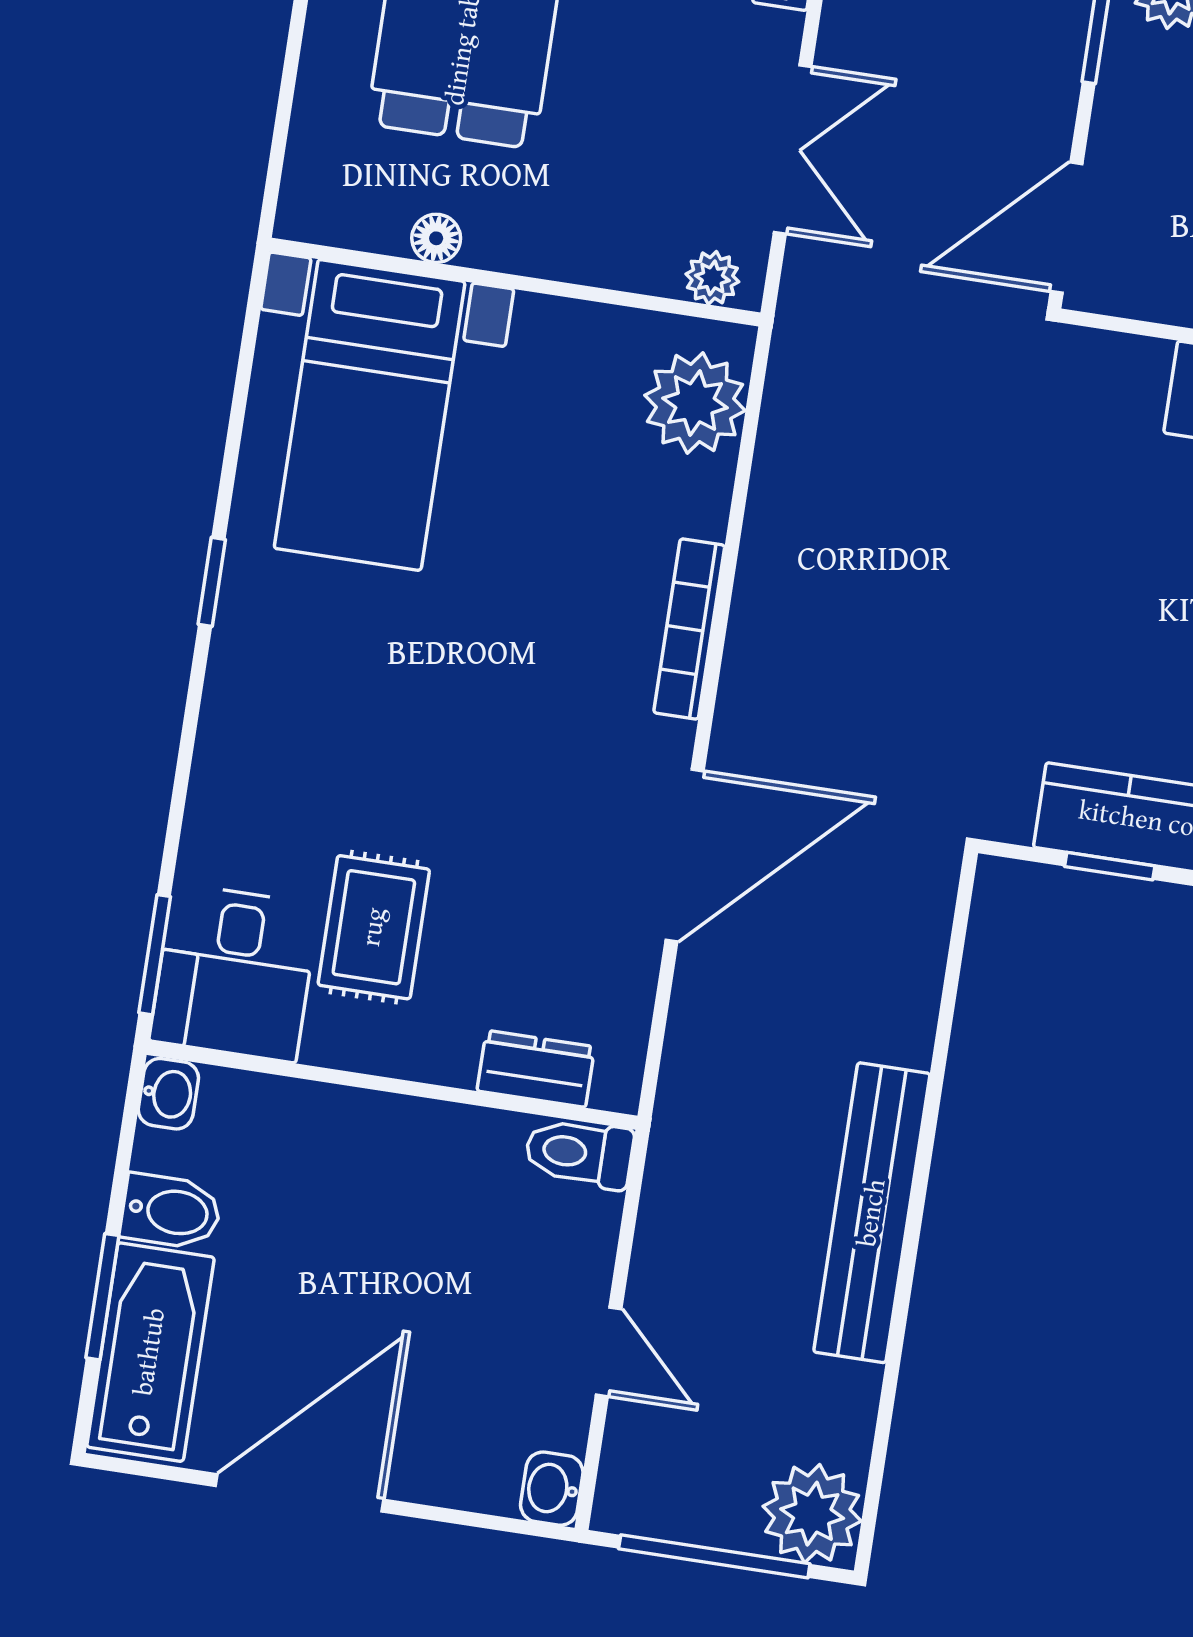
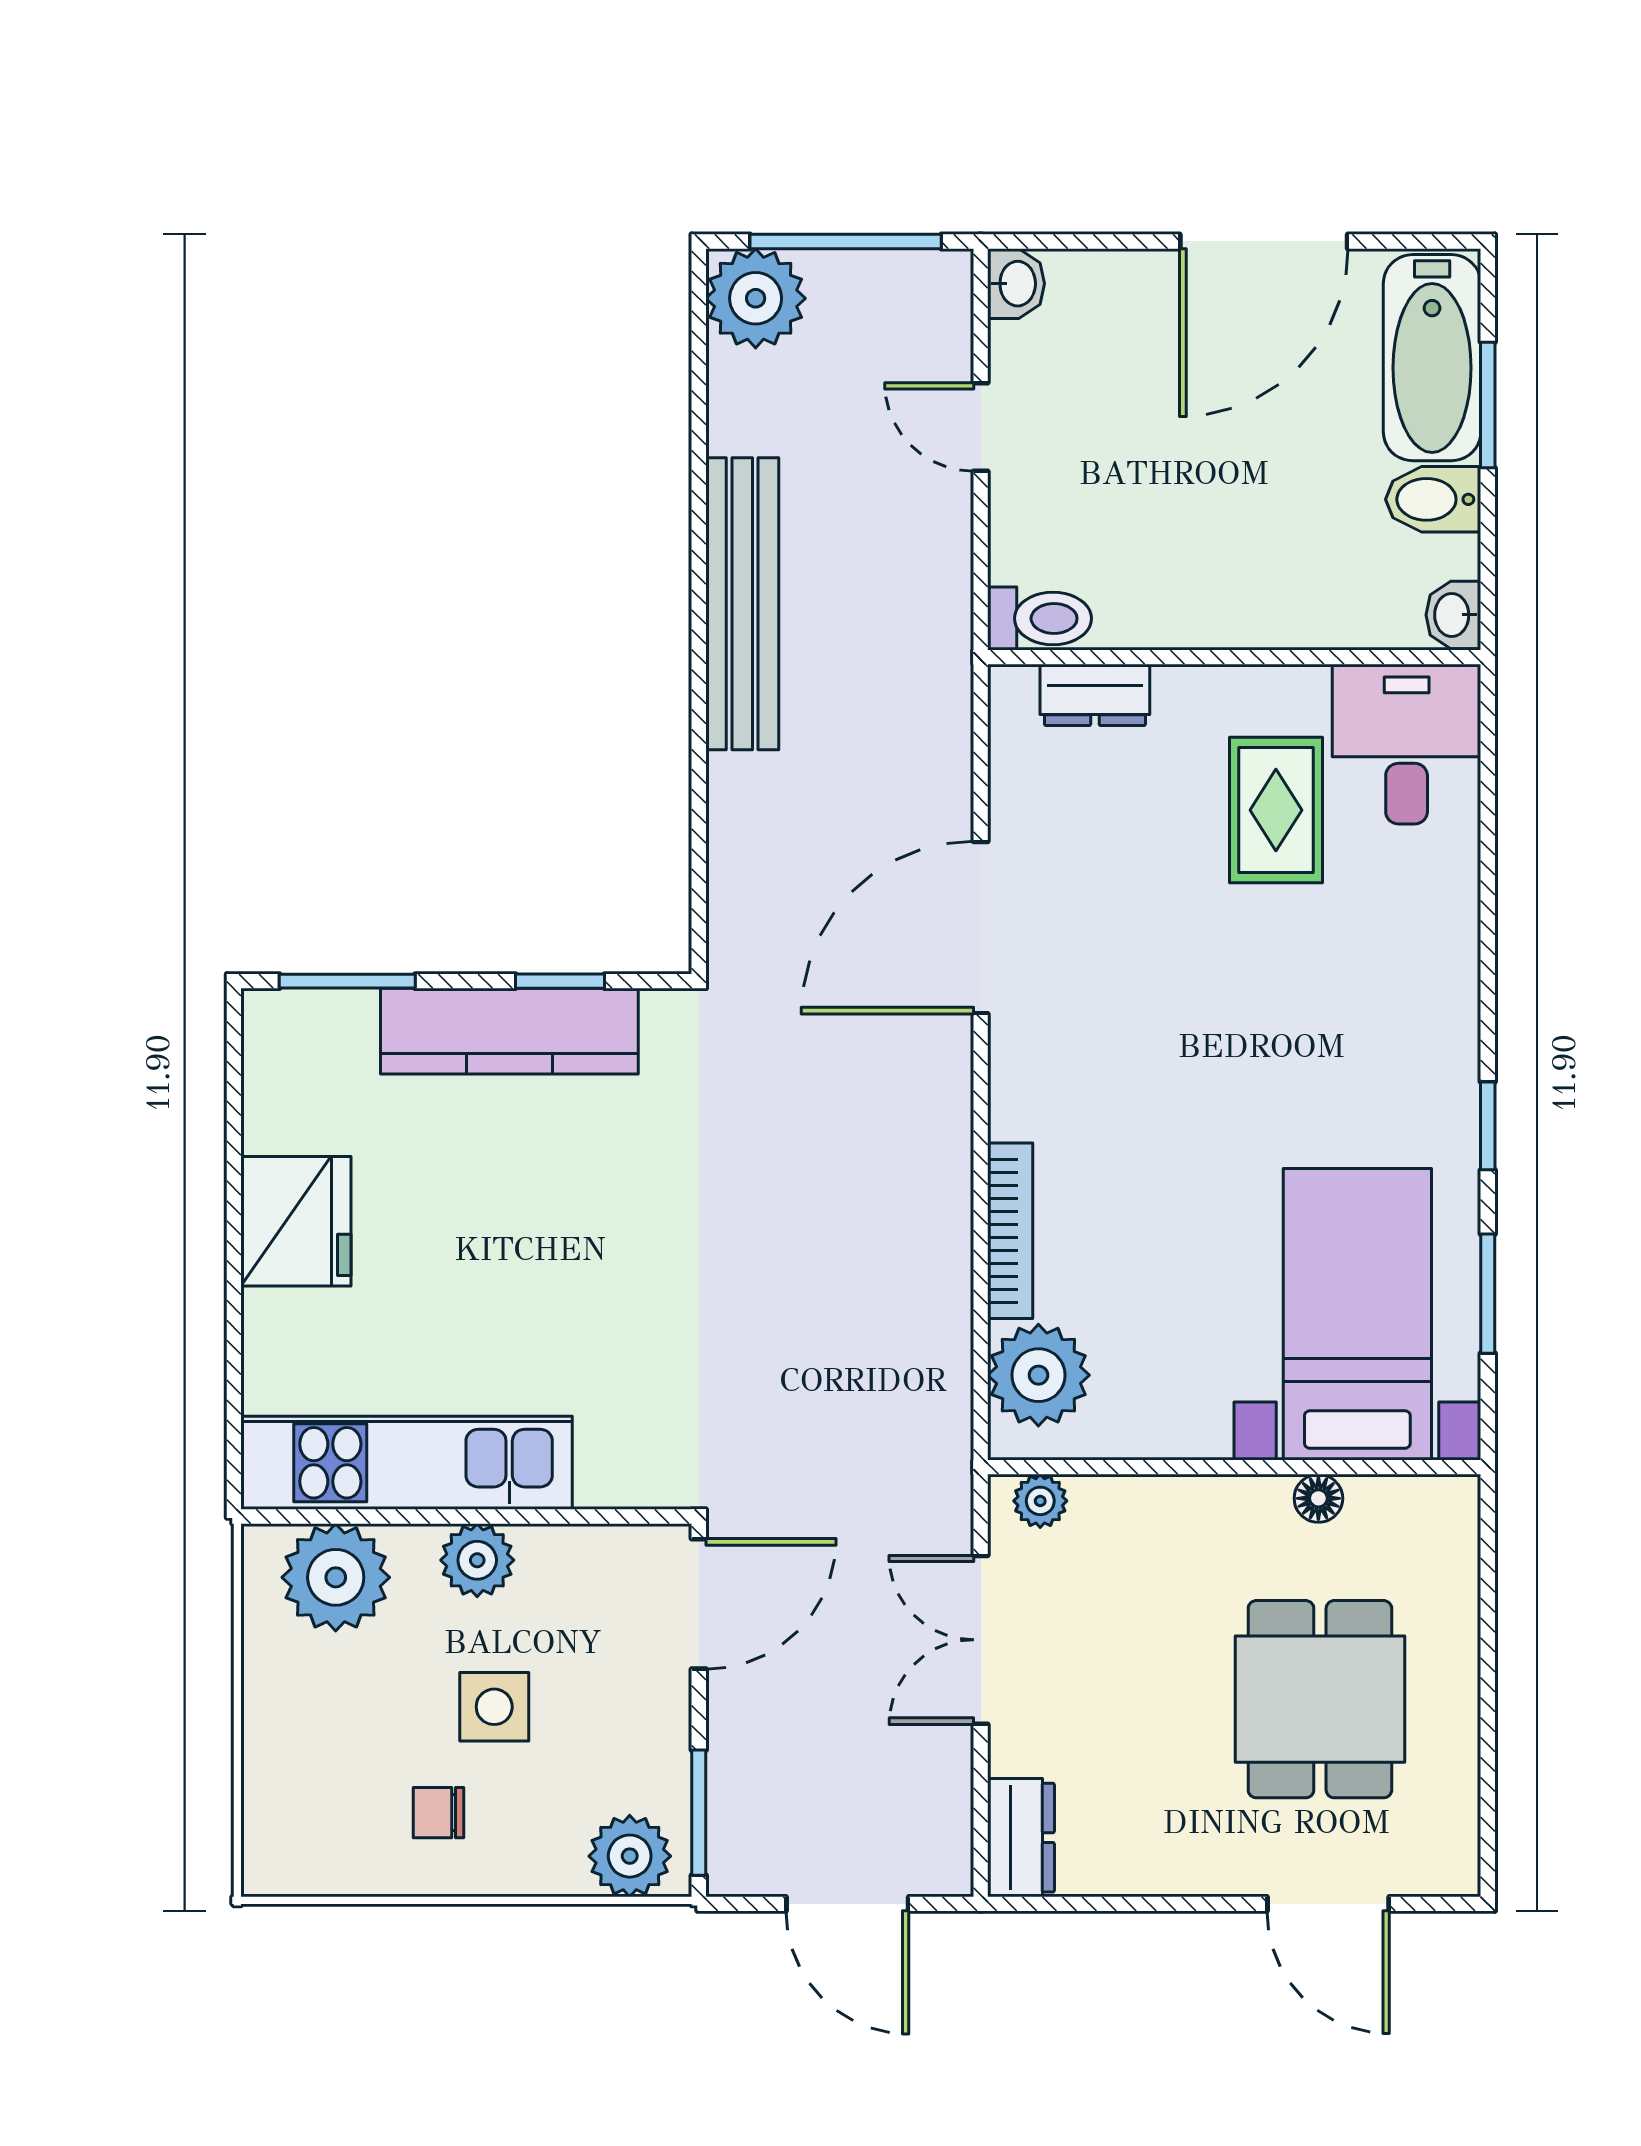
bookcase: (689, 629) -> (1010, 1231), moved
window: (155, 955) -> (1488, 1294), moved

